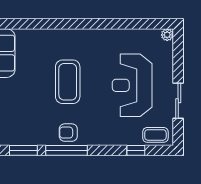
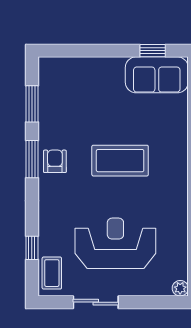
window: (66, 150) -> (32, 159), width x0.69

